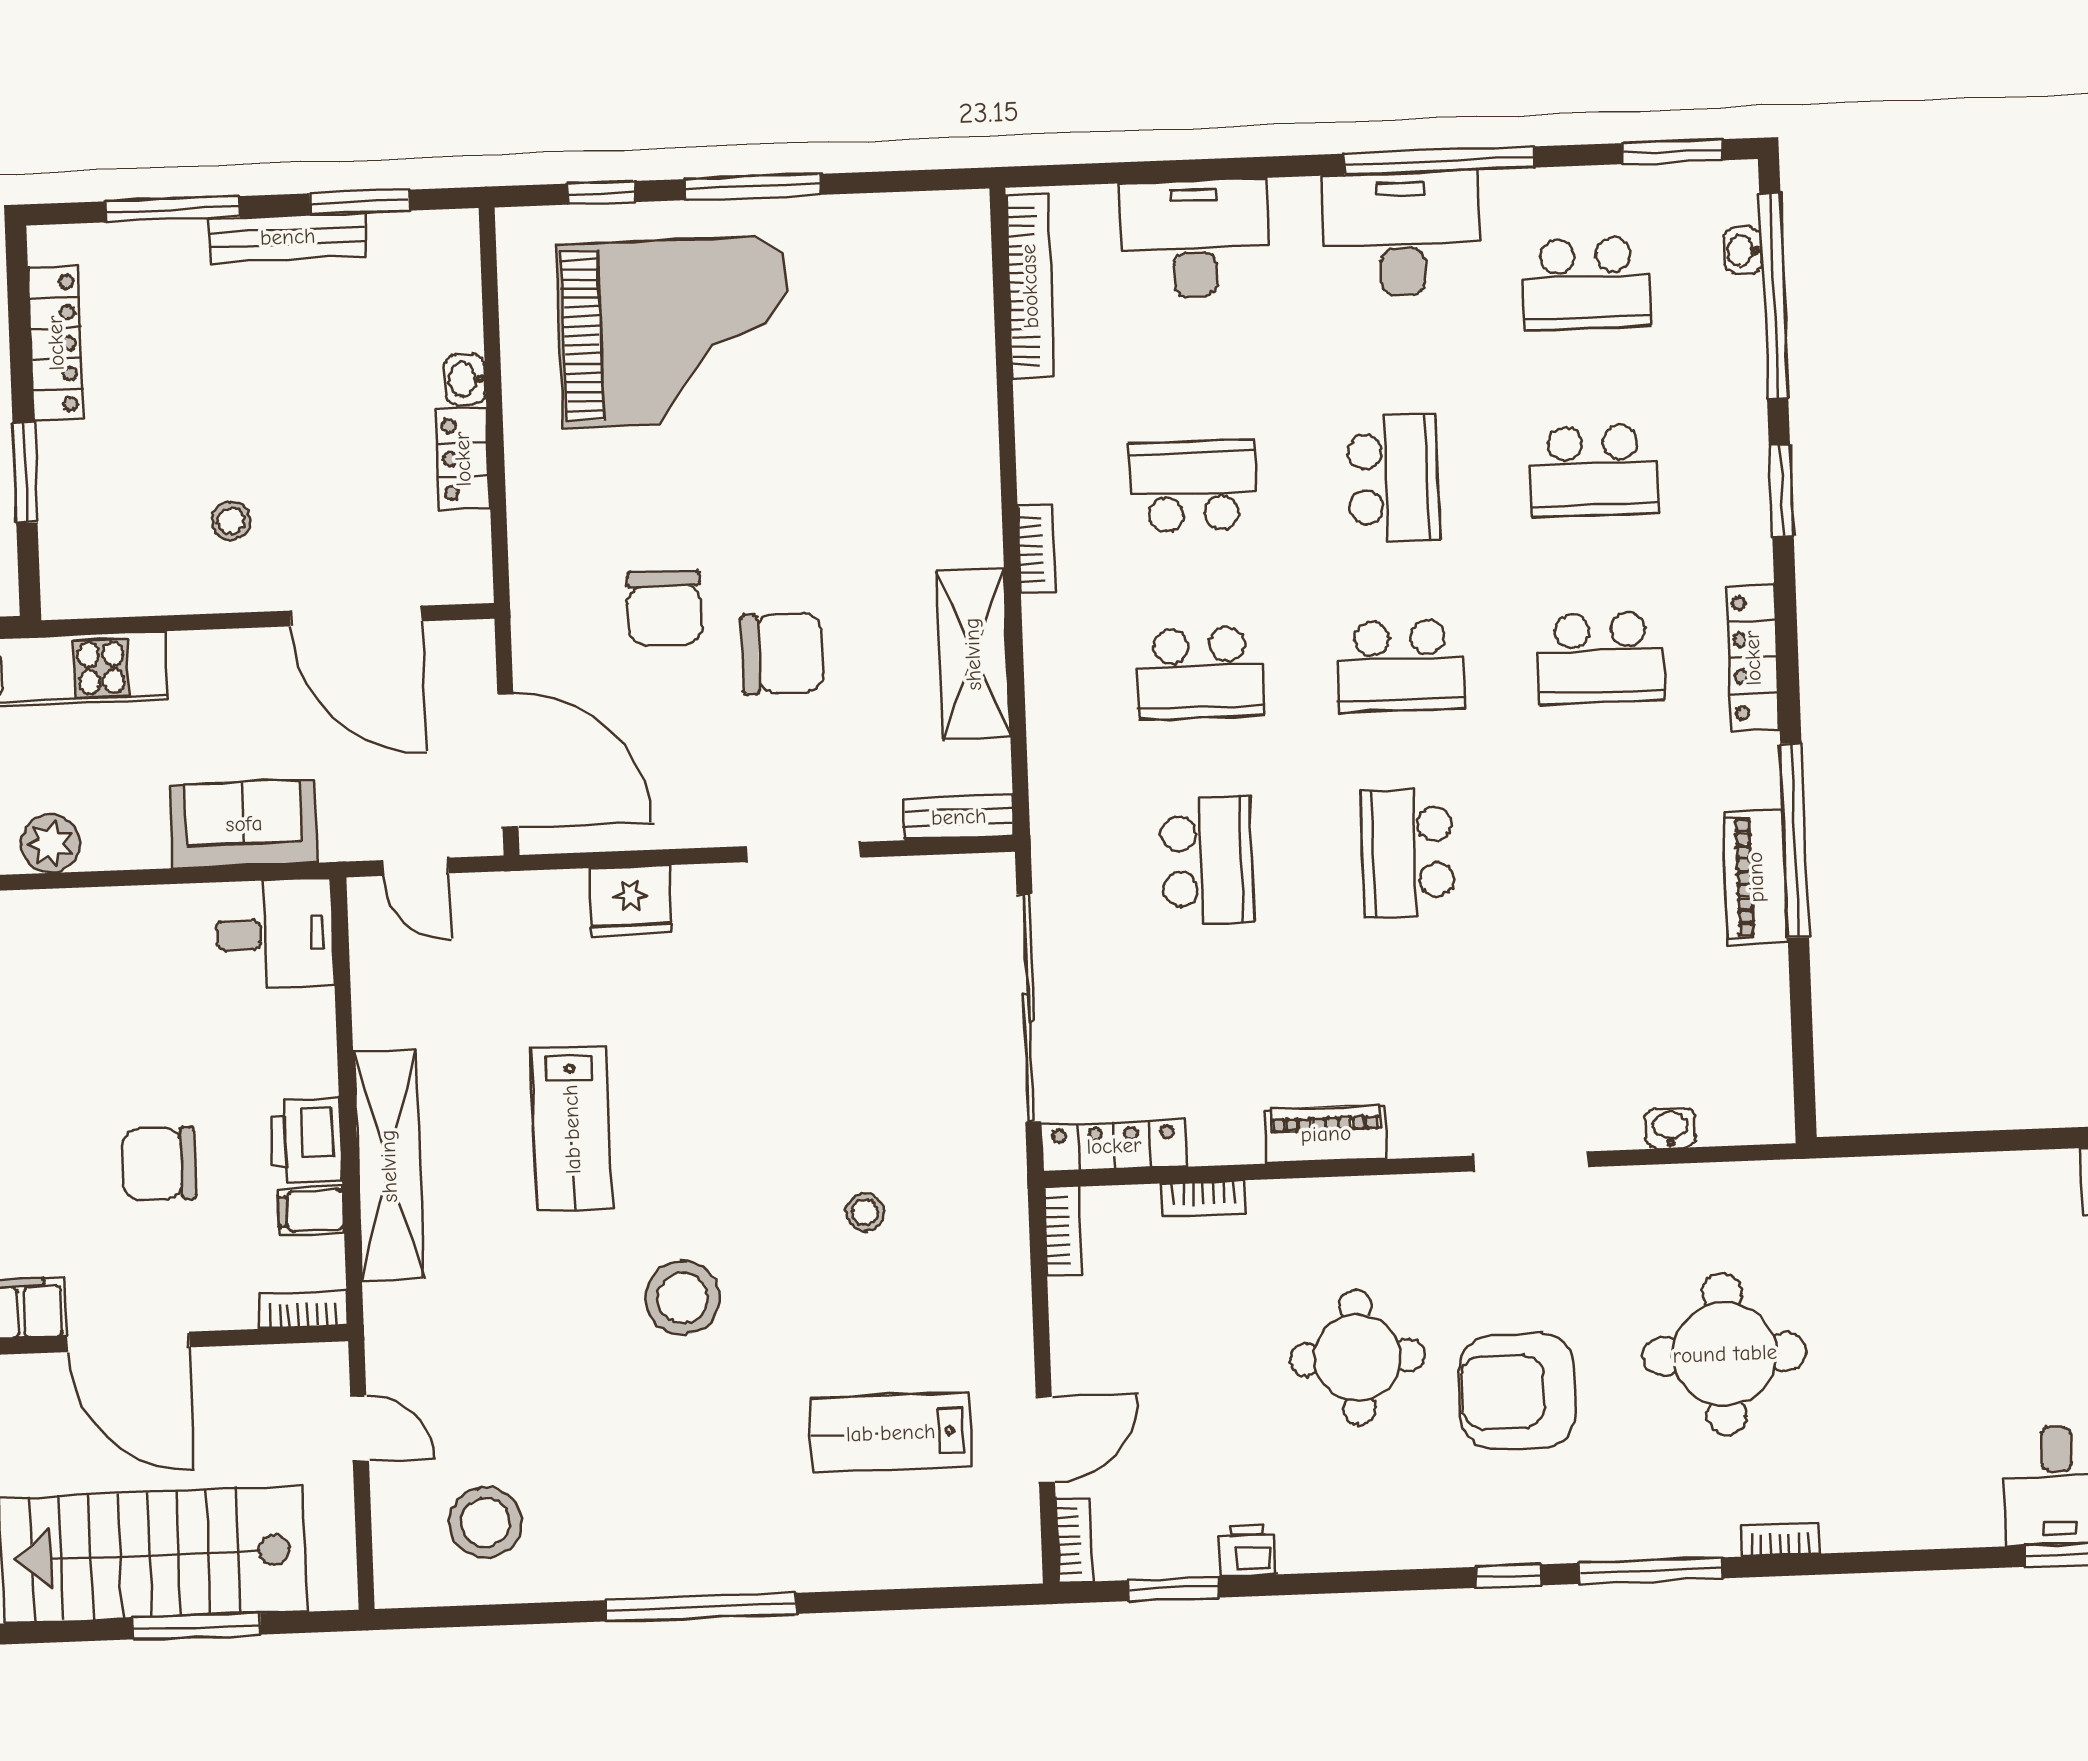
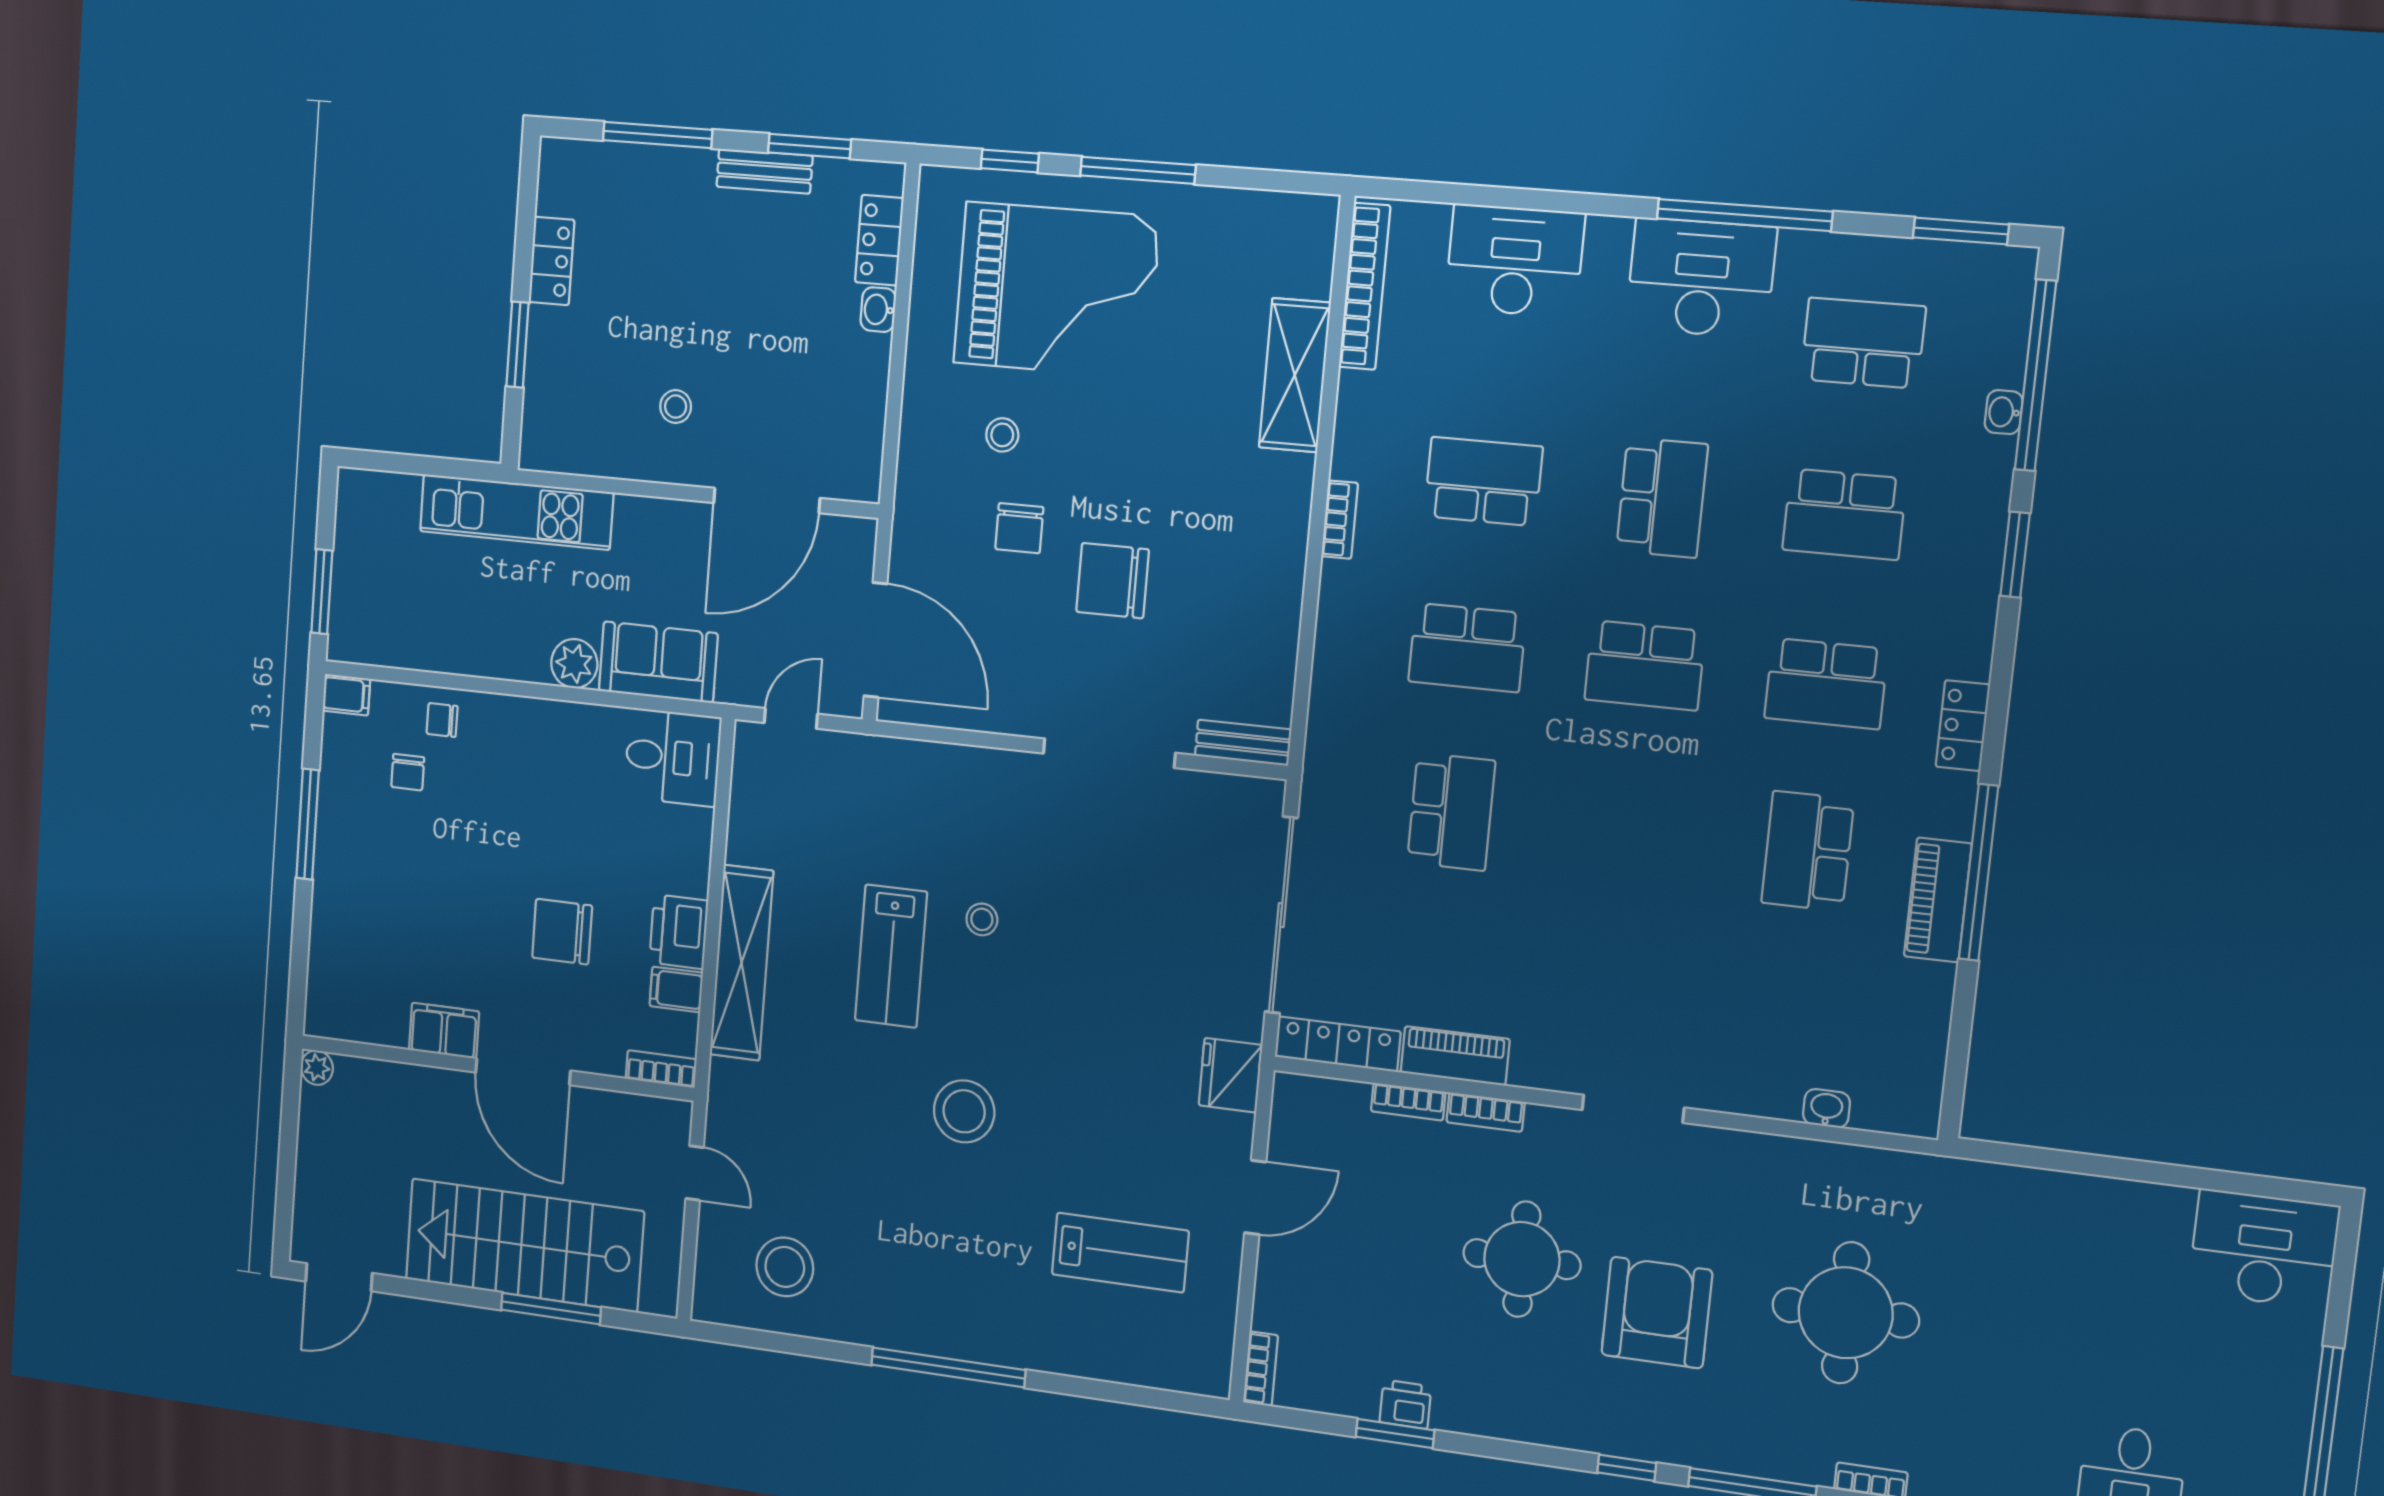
bench: (288, 237) -> (765, 171), width x0.73
washbasin: (1743, 251) -> (2004, 412), moved
school desk: (1586, 283) -> (1863, 343), turned 180
locker: (56, 343) -> (552, 261), width x0.66
locker: (463, 459) -> (879, 240), moved
stool: (631, 504) -> (1002, 435), added
chair: (665, 608) -> (1019, 528), width x0.73, depth x0.73
door: (356, 616) -> (767, 500), hinge flipped
chair: (782, 654) -> (1113, 581), turned 180
shelving: (973, 654) -> (1295, 375), moved
locker: (1753, 658) -> (1963, 726), width x0.66
plant: (50, 844) -> (574, 664), moved
doorway: (804, 852) -> (1109, 753), width x1.36
school desk: (1408, 853) -> (1808, 851), moved
door: (416, 867) -> (791, 718), swing flipped
fridge: (631, 901) -> (1230, 1075), moved, turned 90
piano: (1326, 1134) -> (1455, 1056), moved
doorway: (1531, 1161) -> (1633, 1109), moved
stool: (865, 1212) -> (982, 919), moved
bookcase: (1063, 1231) -> (1486, 1112), moved, turned 90
armchair: (1517, 1391) -> (1657, 1313), turned 90
lab bench: (891, 1433) -> (1120, 1253), turned 180
door: (1045, 1440) -> (1255, 1197), moved
window: (1173, 1589) -> (1395, 1433), moved

